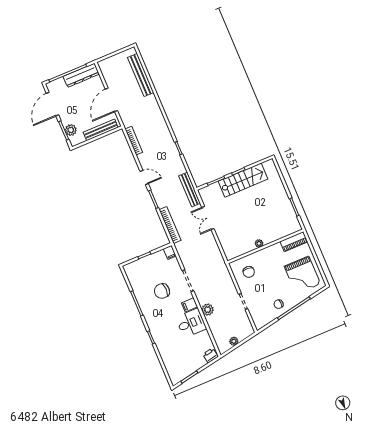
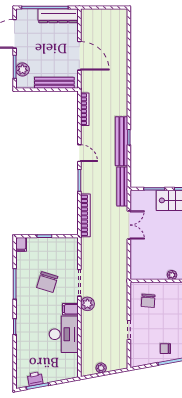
bench: (141, 75) -> (122, 141), moved
door: (111, 100) -> (79, 56), swing flipped
double door: (208, 218) -> (129, 225), swing flipped
filing cabinet: (170, 252) -> (21, 244), moved
chair: (162, 291) -> (47, 282), turned -73
plant: (208, 310) -> (87, 304), moved
desk: (191, 323) -> (64, 334), width x1.37
printer: (210, 355) -> (35, 379), moved

